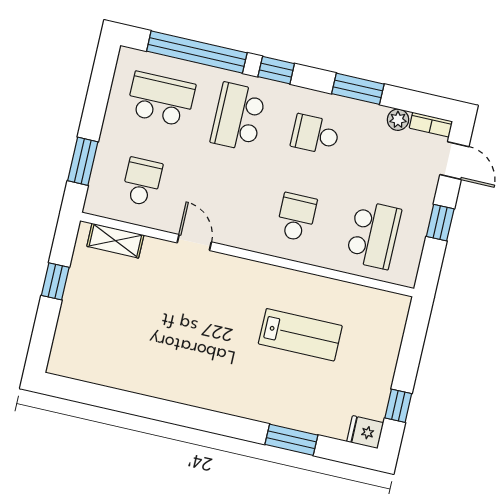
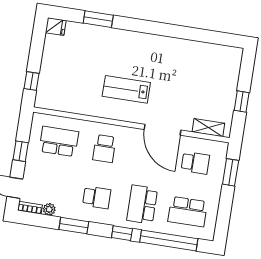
school desk: (238, 117) -> (142, 204), turned 180
school desk: (142, 182) -> (195, 163), turned -90
school desk: (373, 235) -> (59, 141), turned 90
door: (194, 242) -> (163, 130), width x1.87
lab bench: (300, 335) -> (126, 89), moved
window: (398, 406) -> (32, 81), moved

